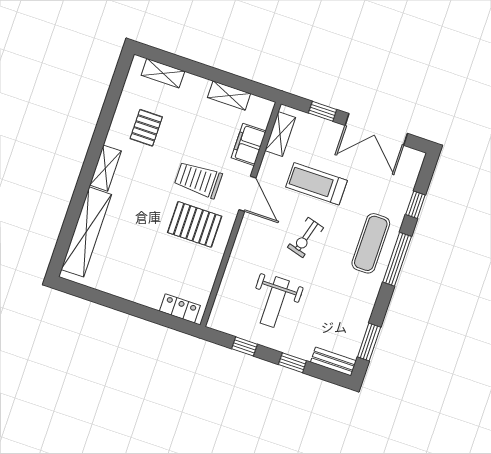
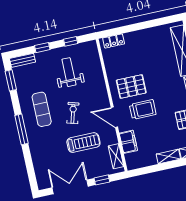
shelving: (229, 96) -> (168, 157), moved
window: (415, 205) -> (29, 162), removed
exercise mat: (371, 243) -> (42, 109), moved

